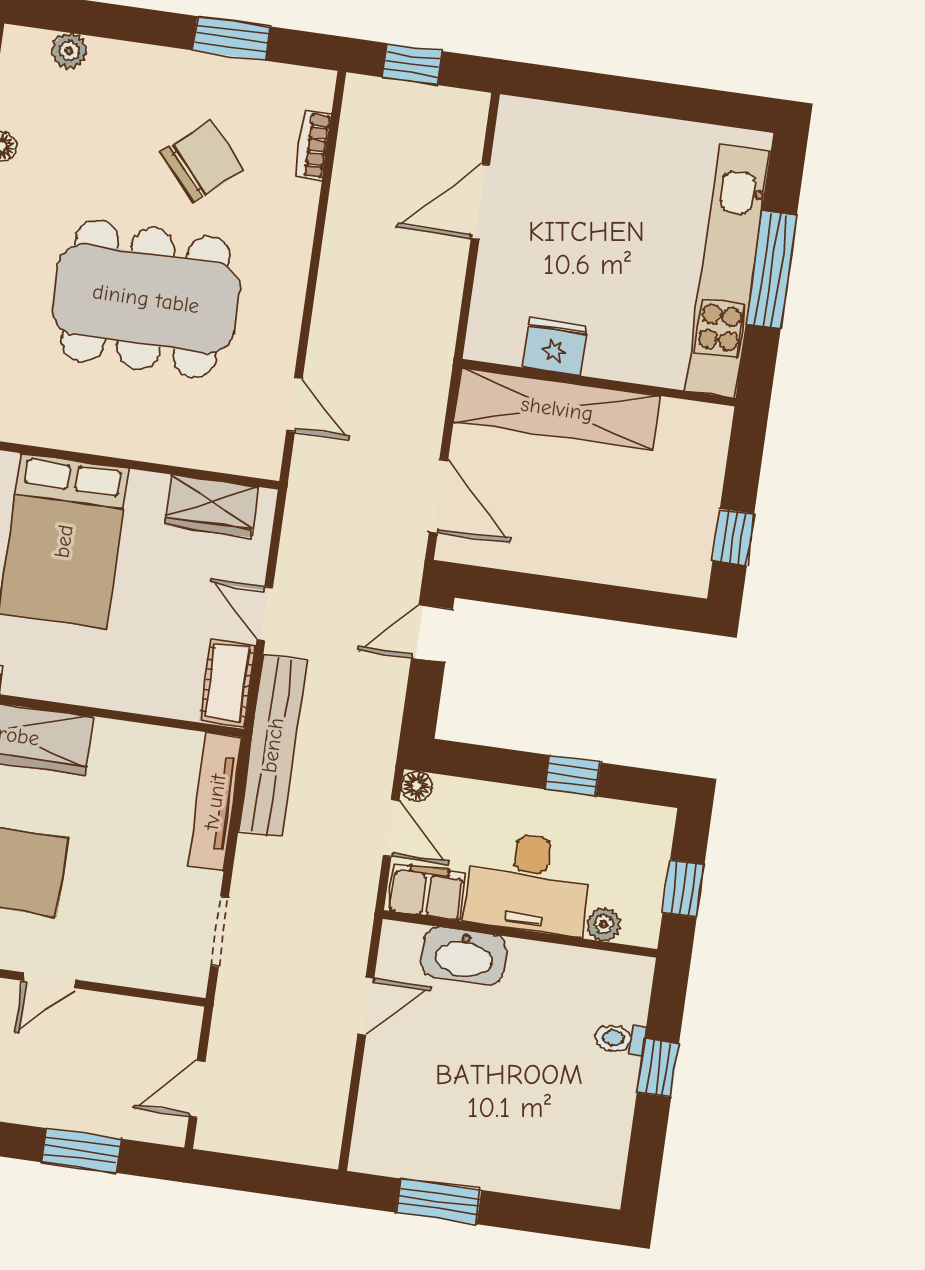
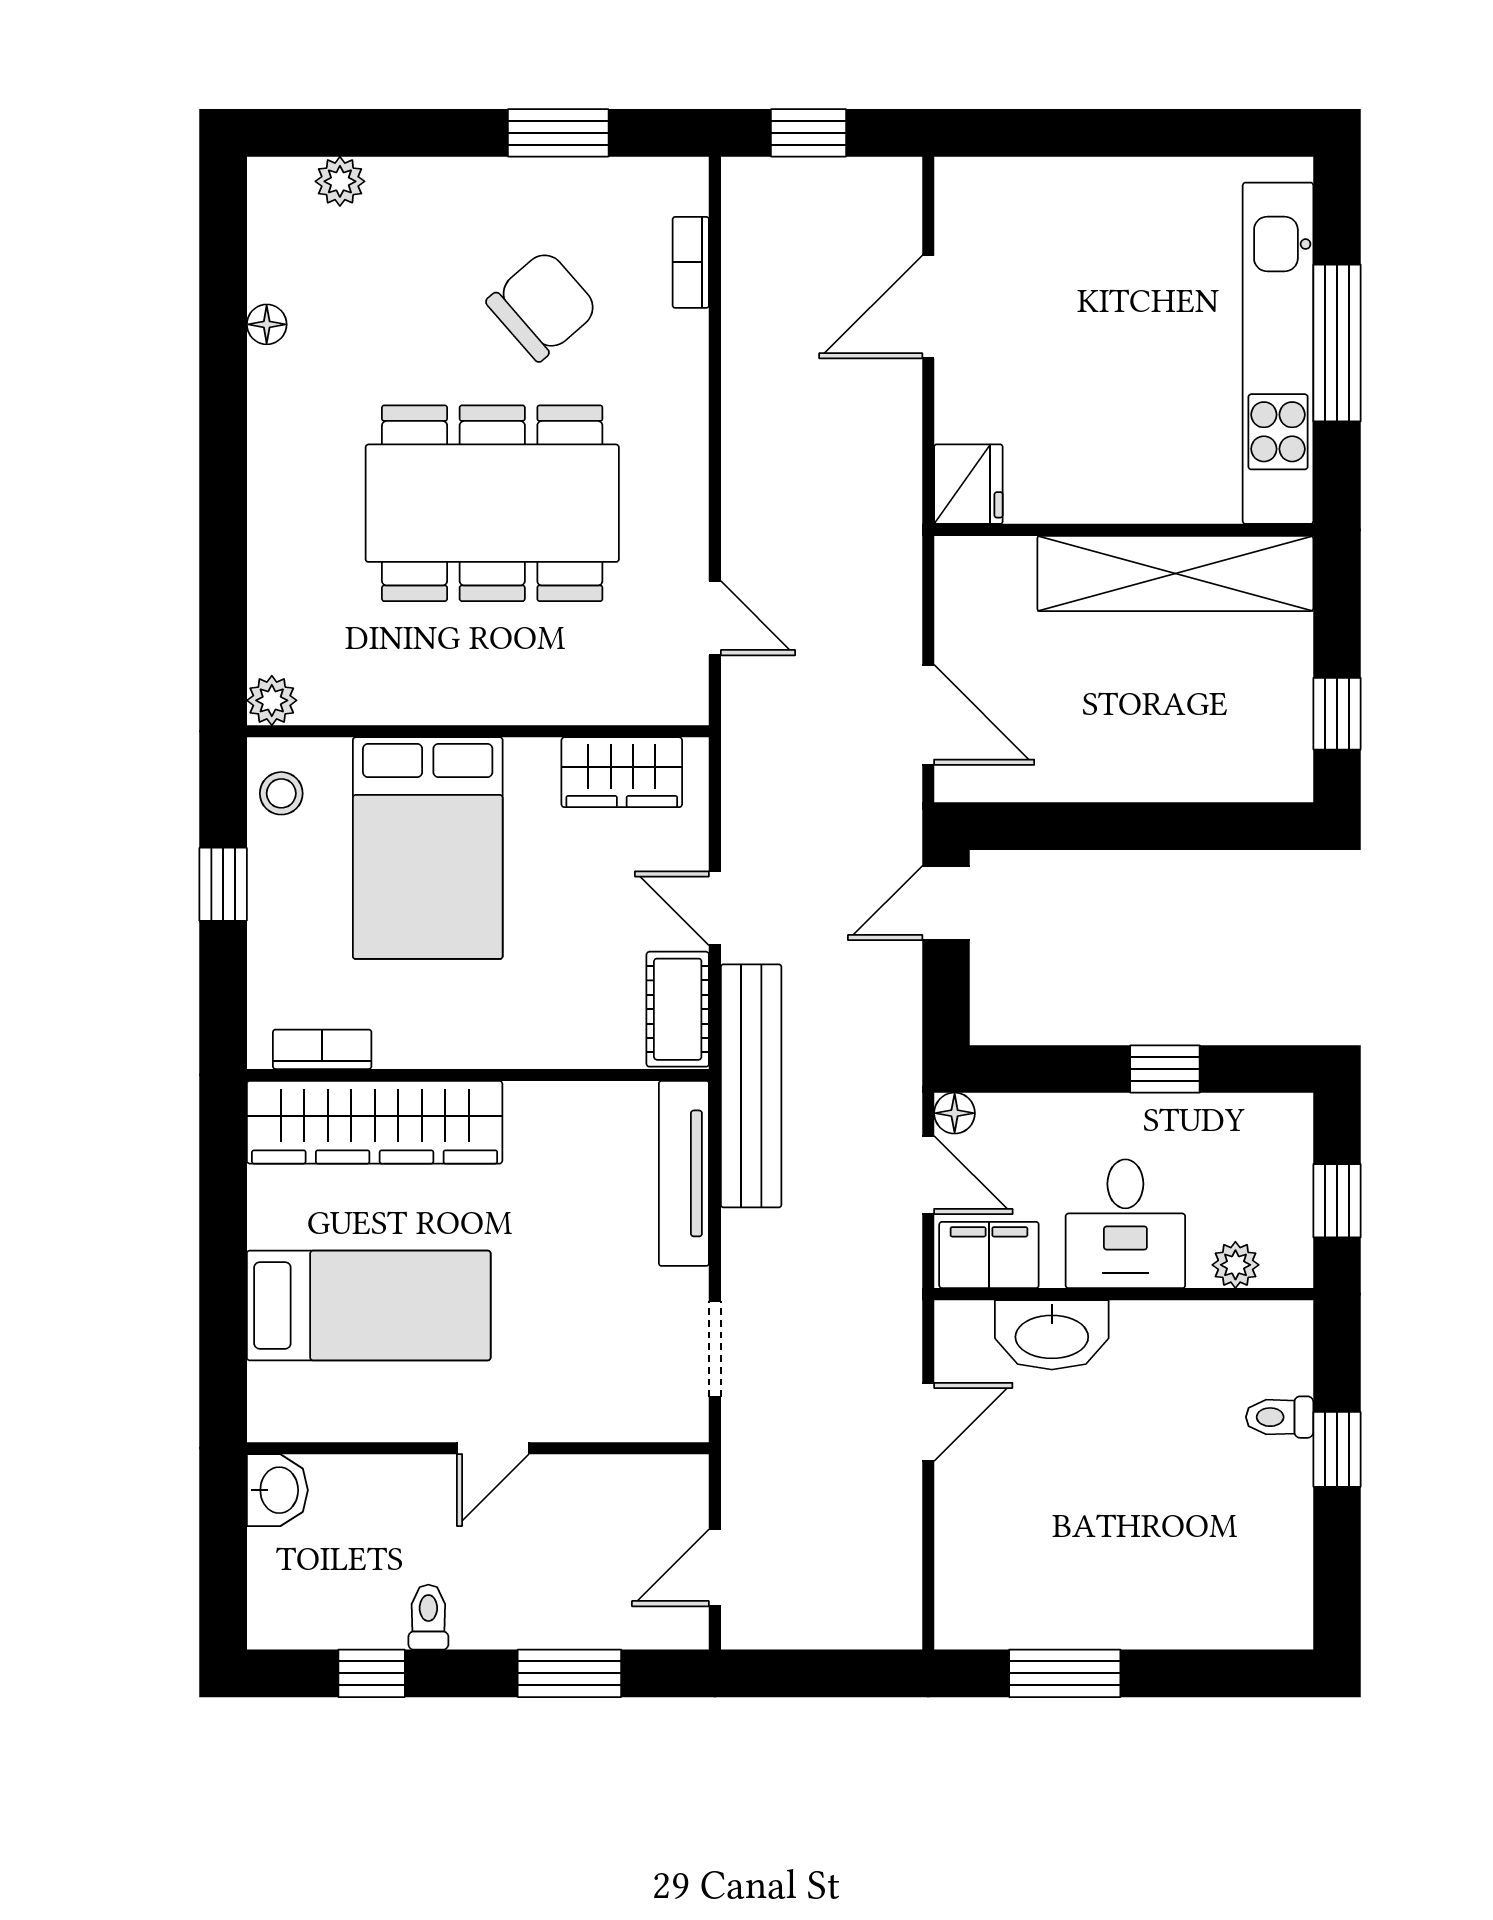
fridge: (555, 347) -> (968, 484), moved, turned 90
shelving: (557, 409) -> (1175, 573), moved
desk: (528, 883) -> (1125, 1224), width x0.73

